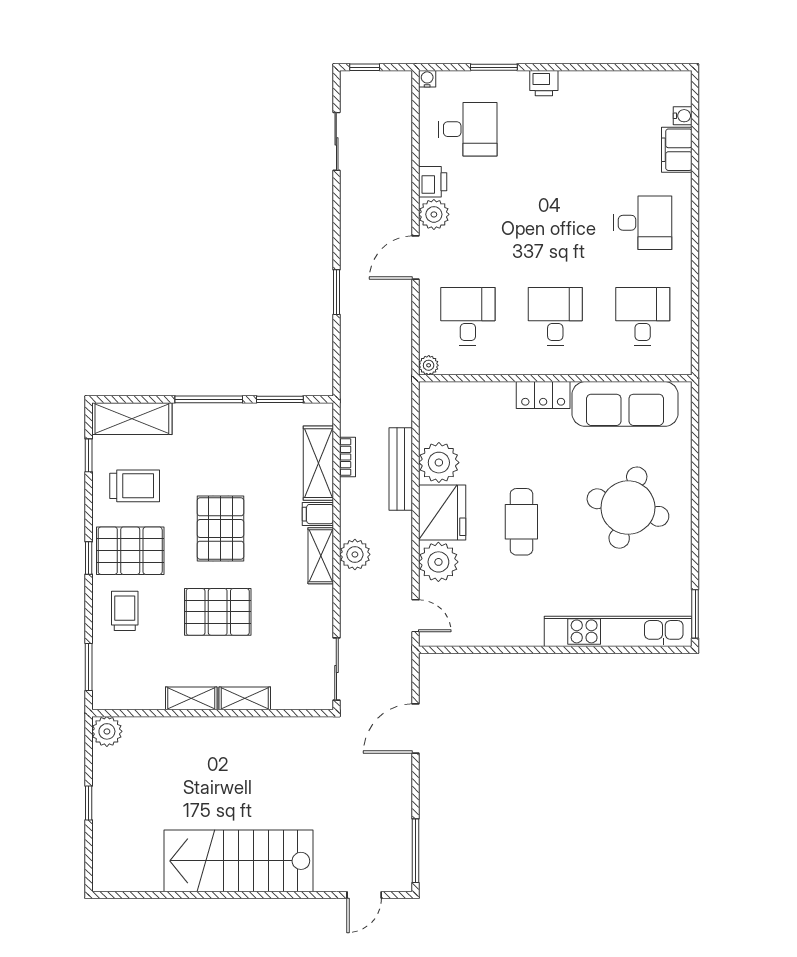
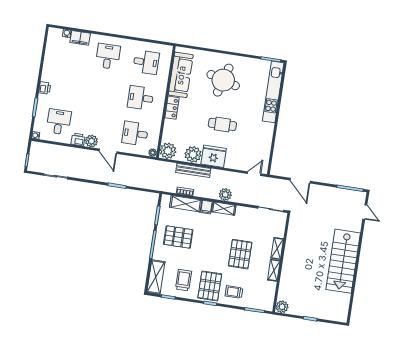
desk: (643, 316) -> (146, 62), turned 180
pallet: (220, 528) -> (178, 237), moved
plant: (438, 562) -> (168, 151), moved

